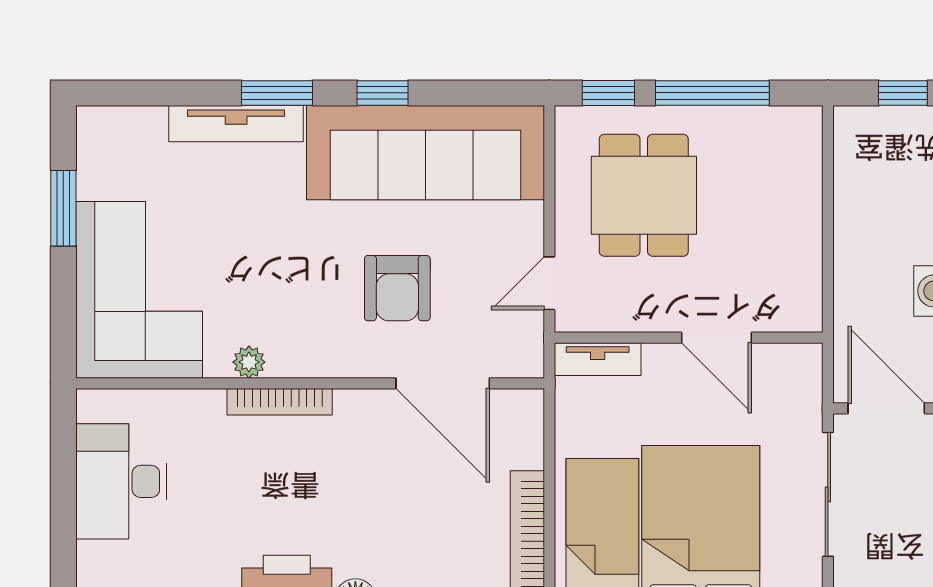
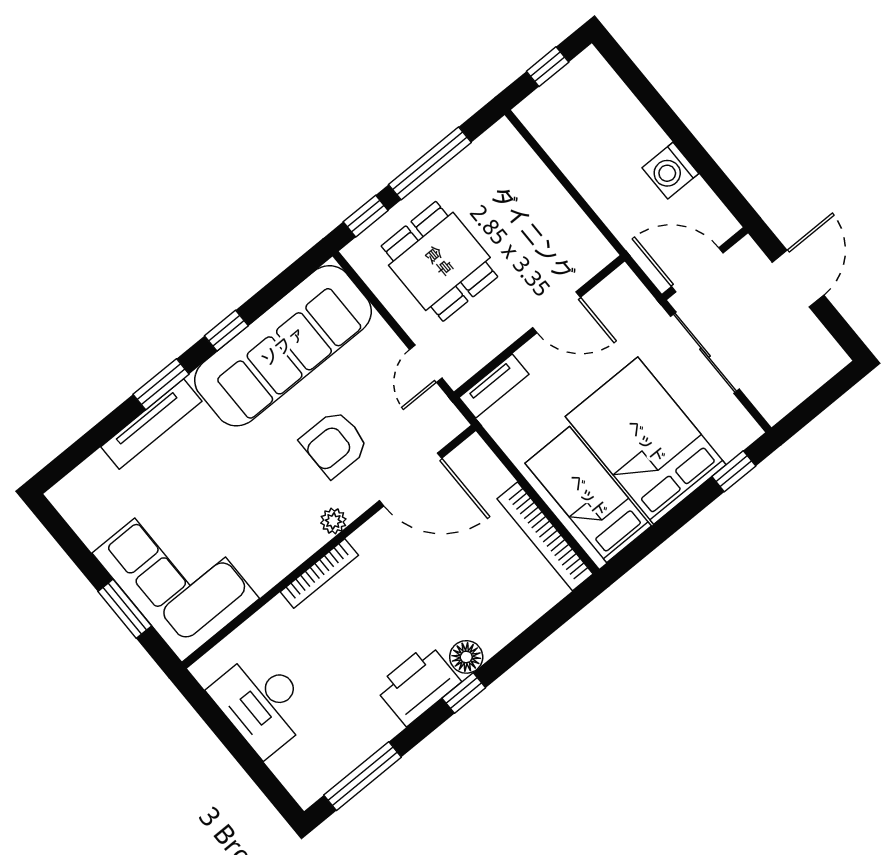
window: (63, 208) -> (125, 609), moved
armchair: (397, 288) -> (334, 444), turned 90
plant: (249, 362) -> (333, 521), moved

